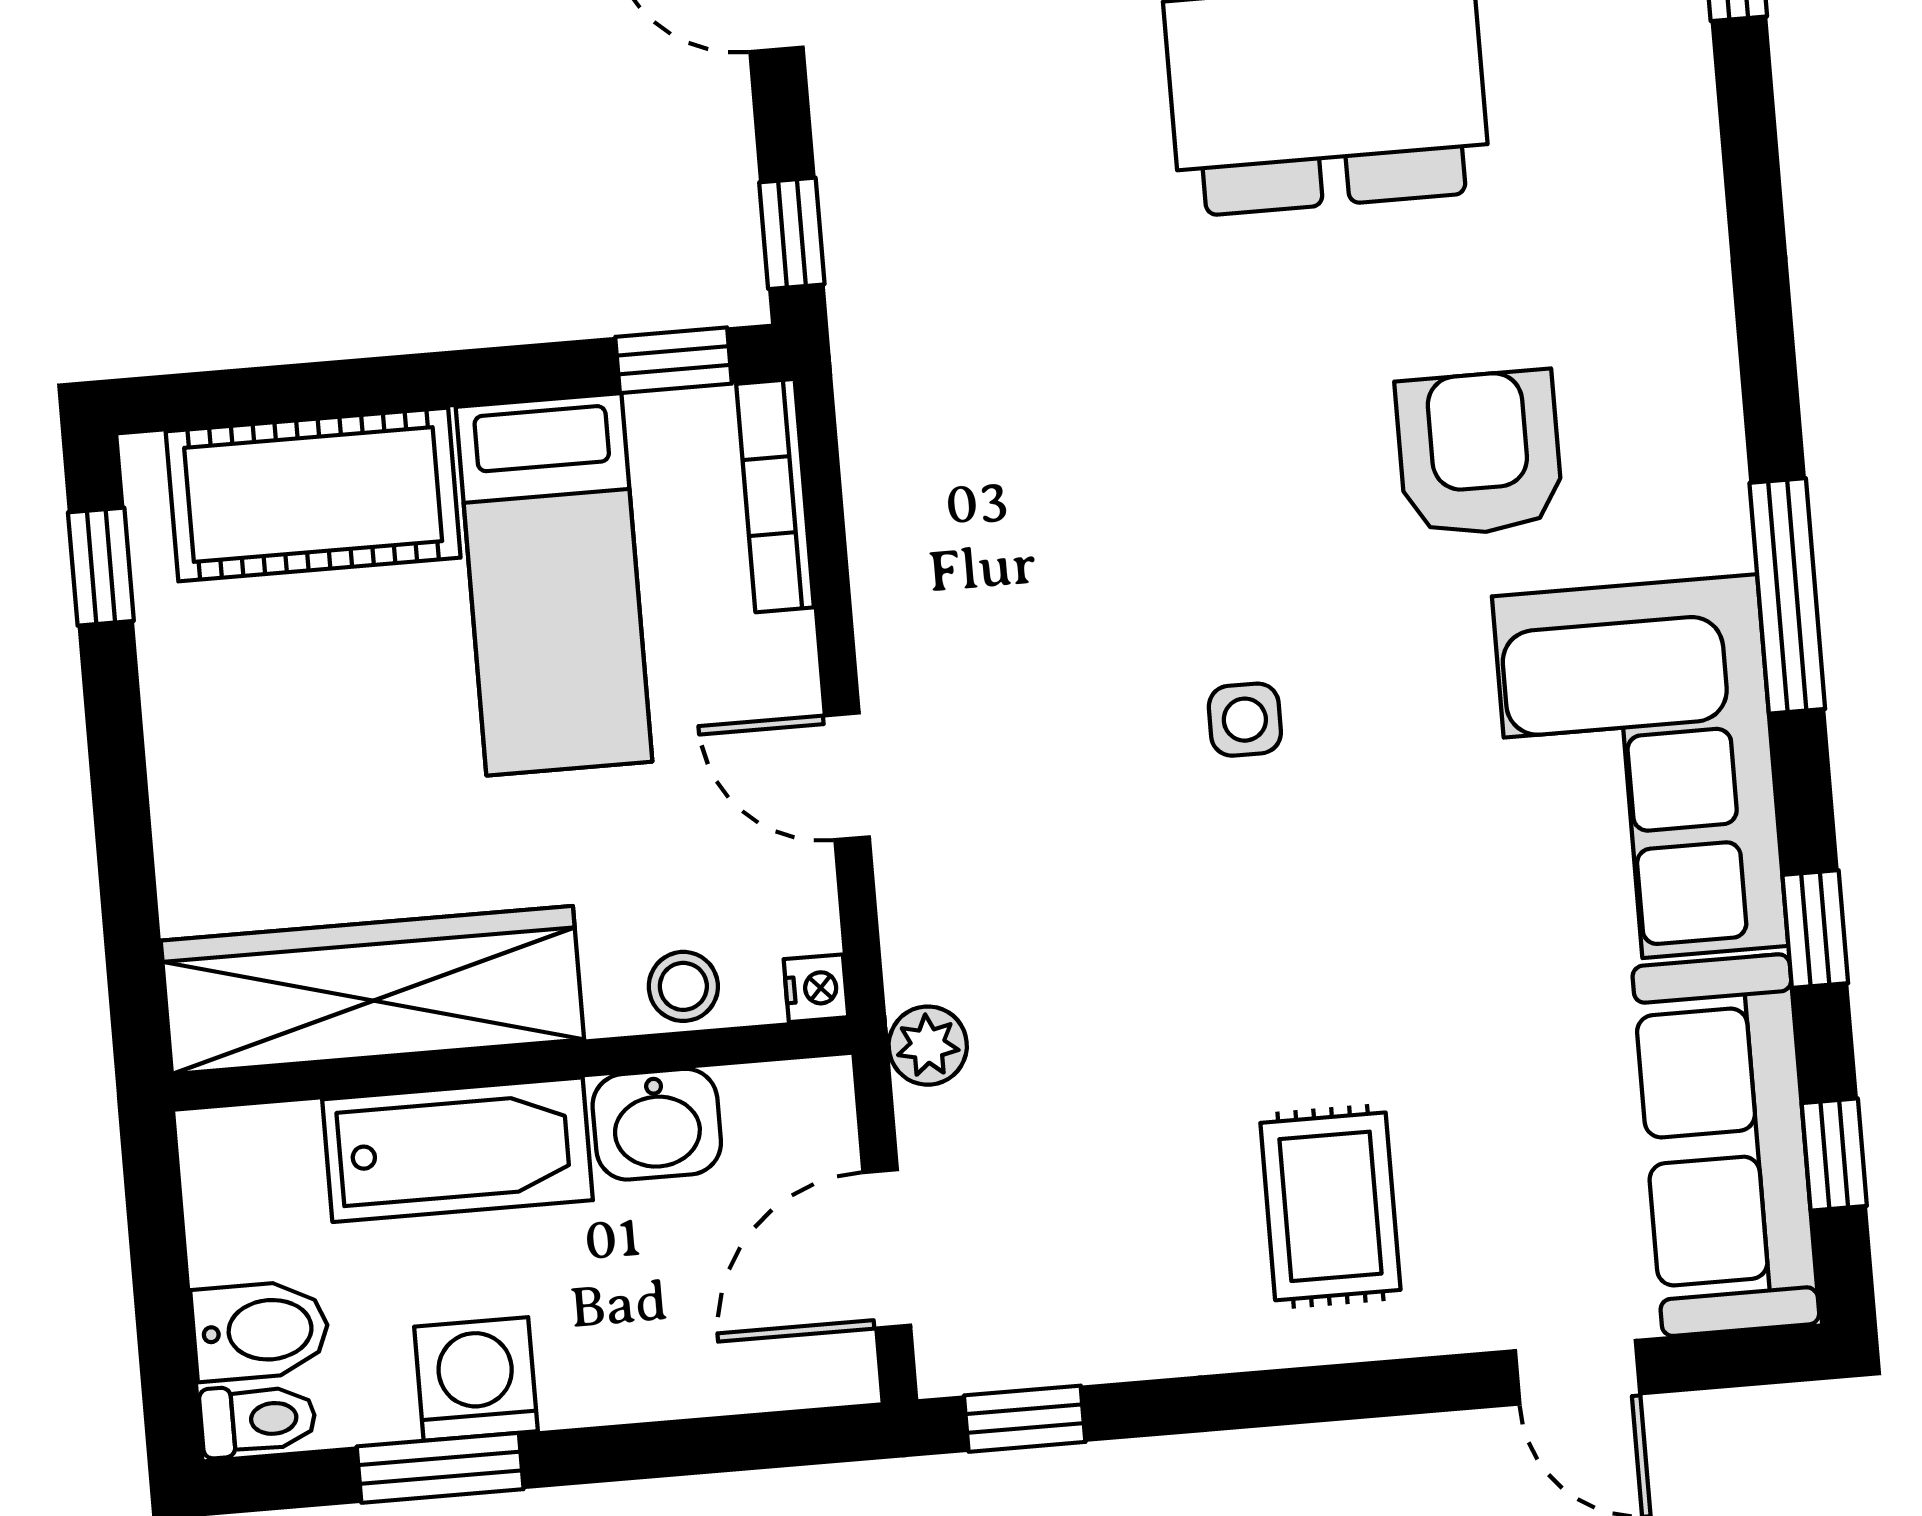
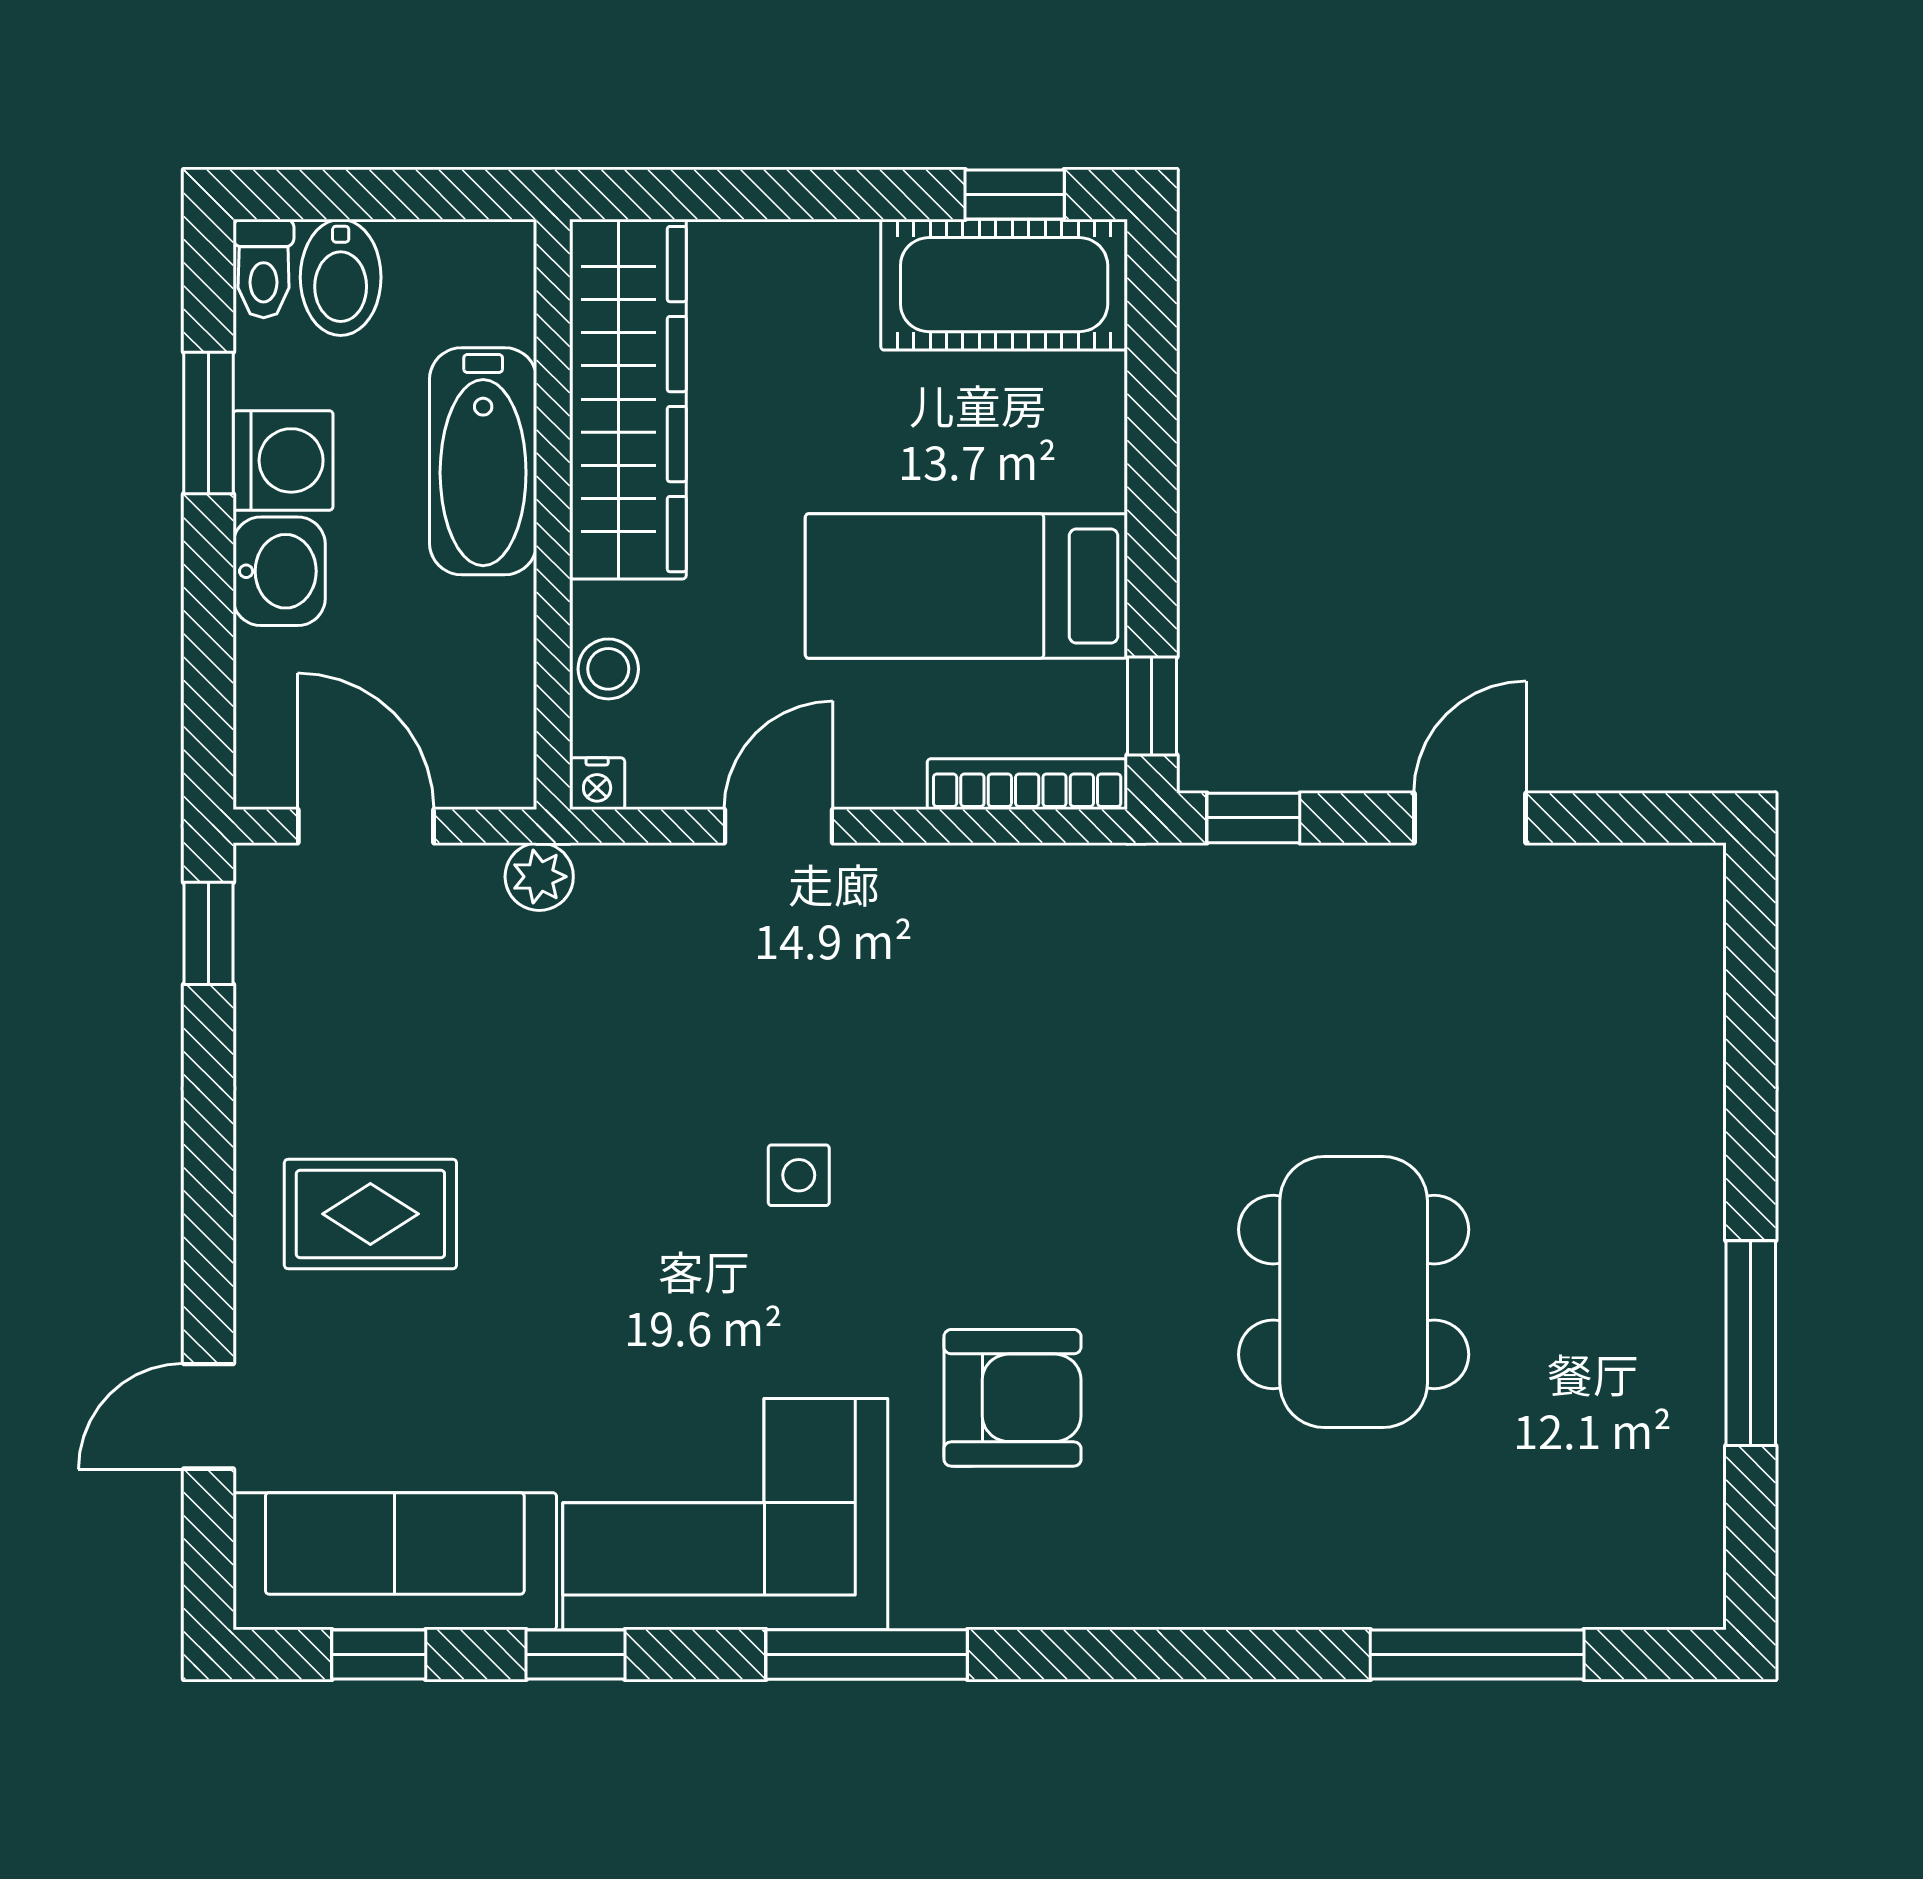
cot: (313, 494) -> (1004, 285), moved, turned 90
washbasin: (657, 1124) -> (279, 571), moved, turned 180

